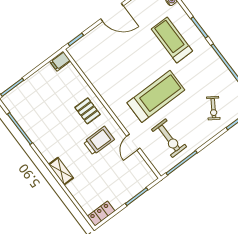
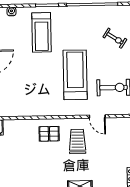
treadmill: (172, 40) -> (42, 32), turned -90

